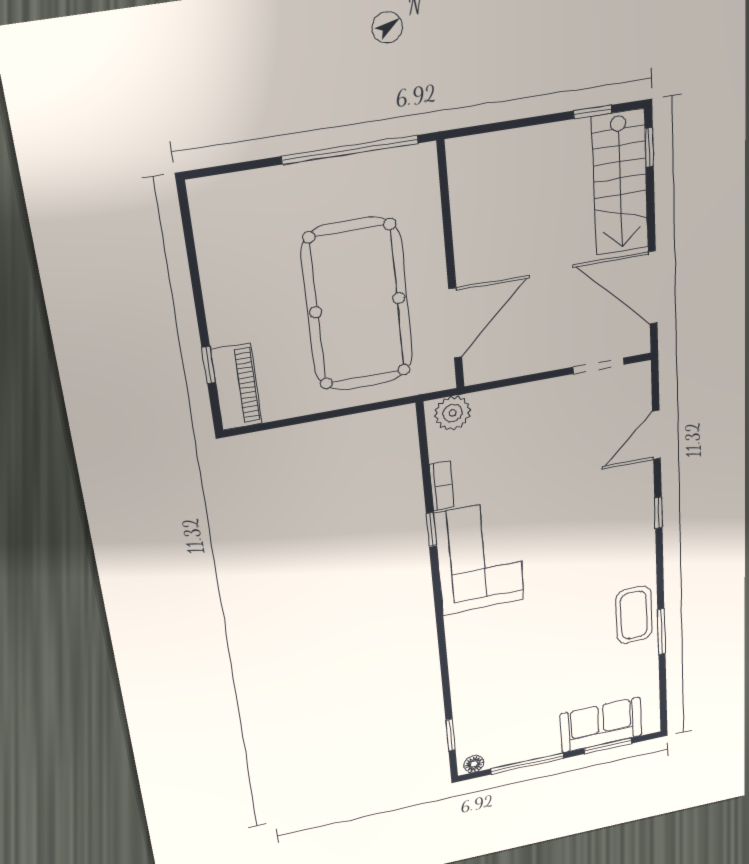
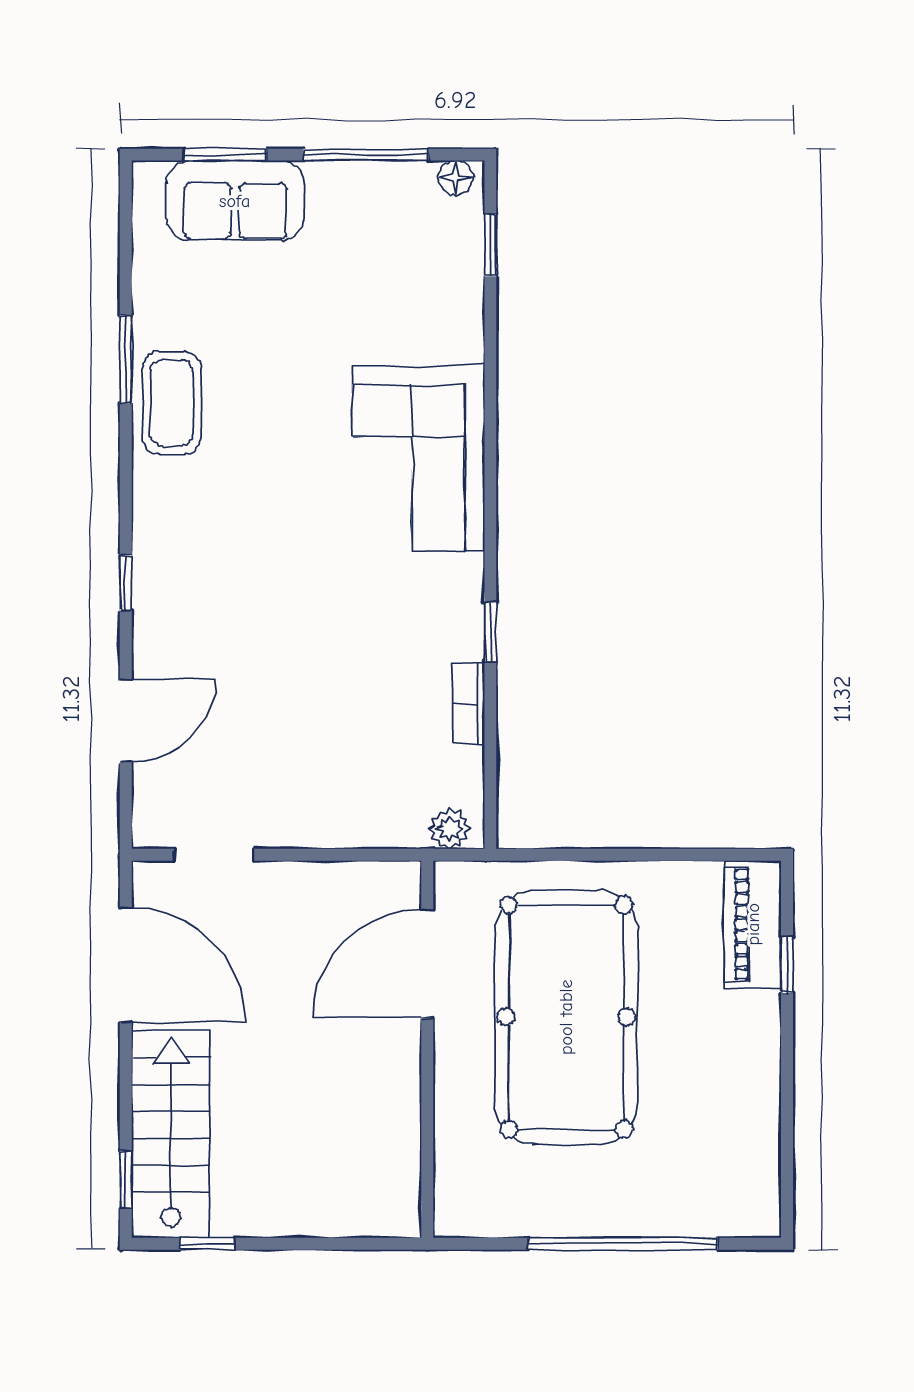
window: (350, 150) -> (623, 1244), moved
plant: (453, 413) -> (450, 829), width x0.73, depth x0.73
corner sofa: (480, 557) -> (419, 459), moved

